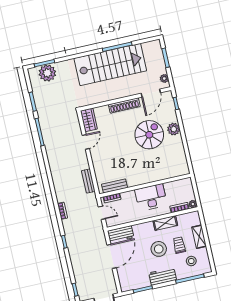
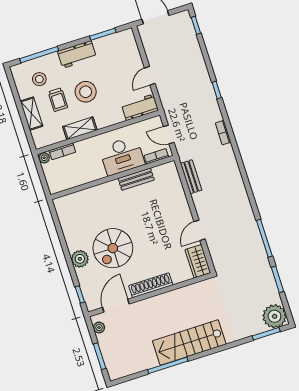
stairs: (110, 65) -> (189, 342), width x0.73, depth x0.66
plant: (47, 73) -> (275, 316), moved
bench: (115, 186) -> (136, 179), moved
desk: (151, 197) -> (122, 156), moved
door: (112, 256) -> (150, 76), width x0.53

